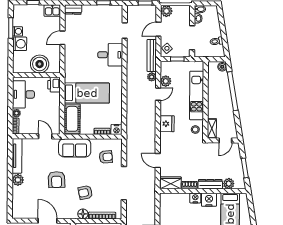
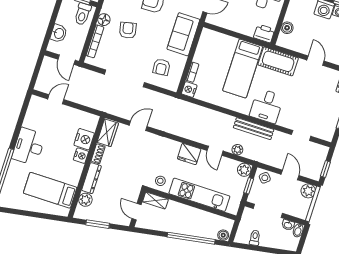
desk: (110, 55) -> (267, 106), moved
bench: (152, 55) -> (254, 129), moved
boiler: (40, 64) -> (287, 28), width x0.54, depth x0.54
plant: (166, 81) -> (244, 170), moved
cot: (72, 119) -> (278, 61), moved
fridge: (167, 124) -> (189, 154), moved
nightstand: (209, 200) -> (84, 139), moved

